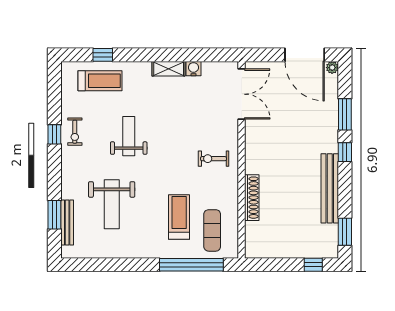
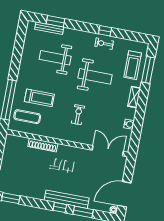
window: (103, 55) -> (148, 70), width x2.17
shelving: (169, 69) -> (134, 97), moved
double door: (242, 94) -> (108, 151), swing flipped
weight bench: (129, 136) -> (95, 76), width x1.36, depth x1.33
exercise bike: (213, 159) -> (78, 115), moved
bench: (330, 188) -> (67, 199), moved

